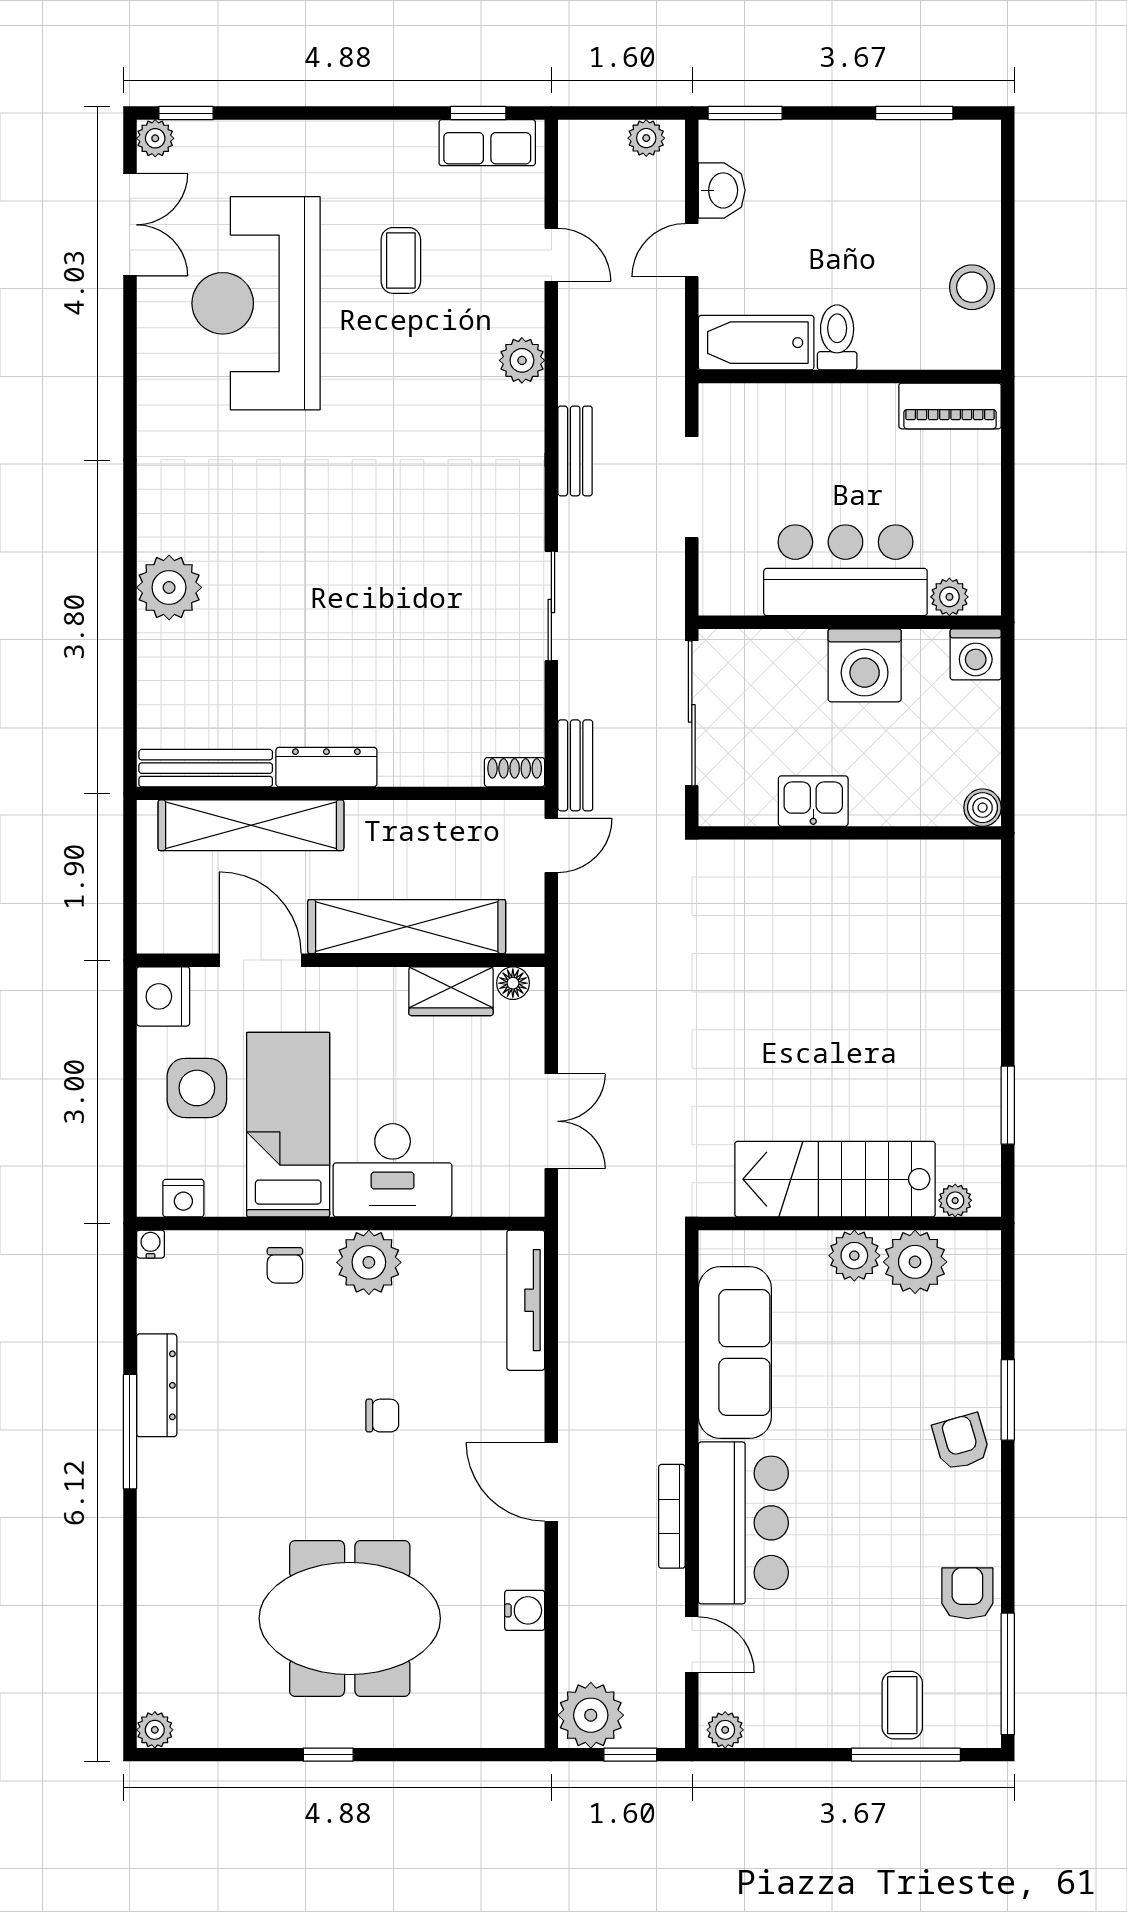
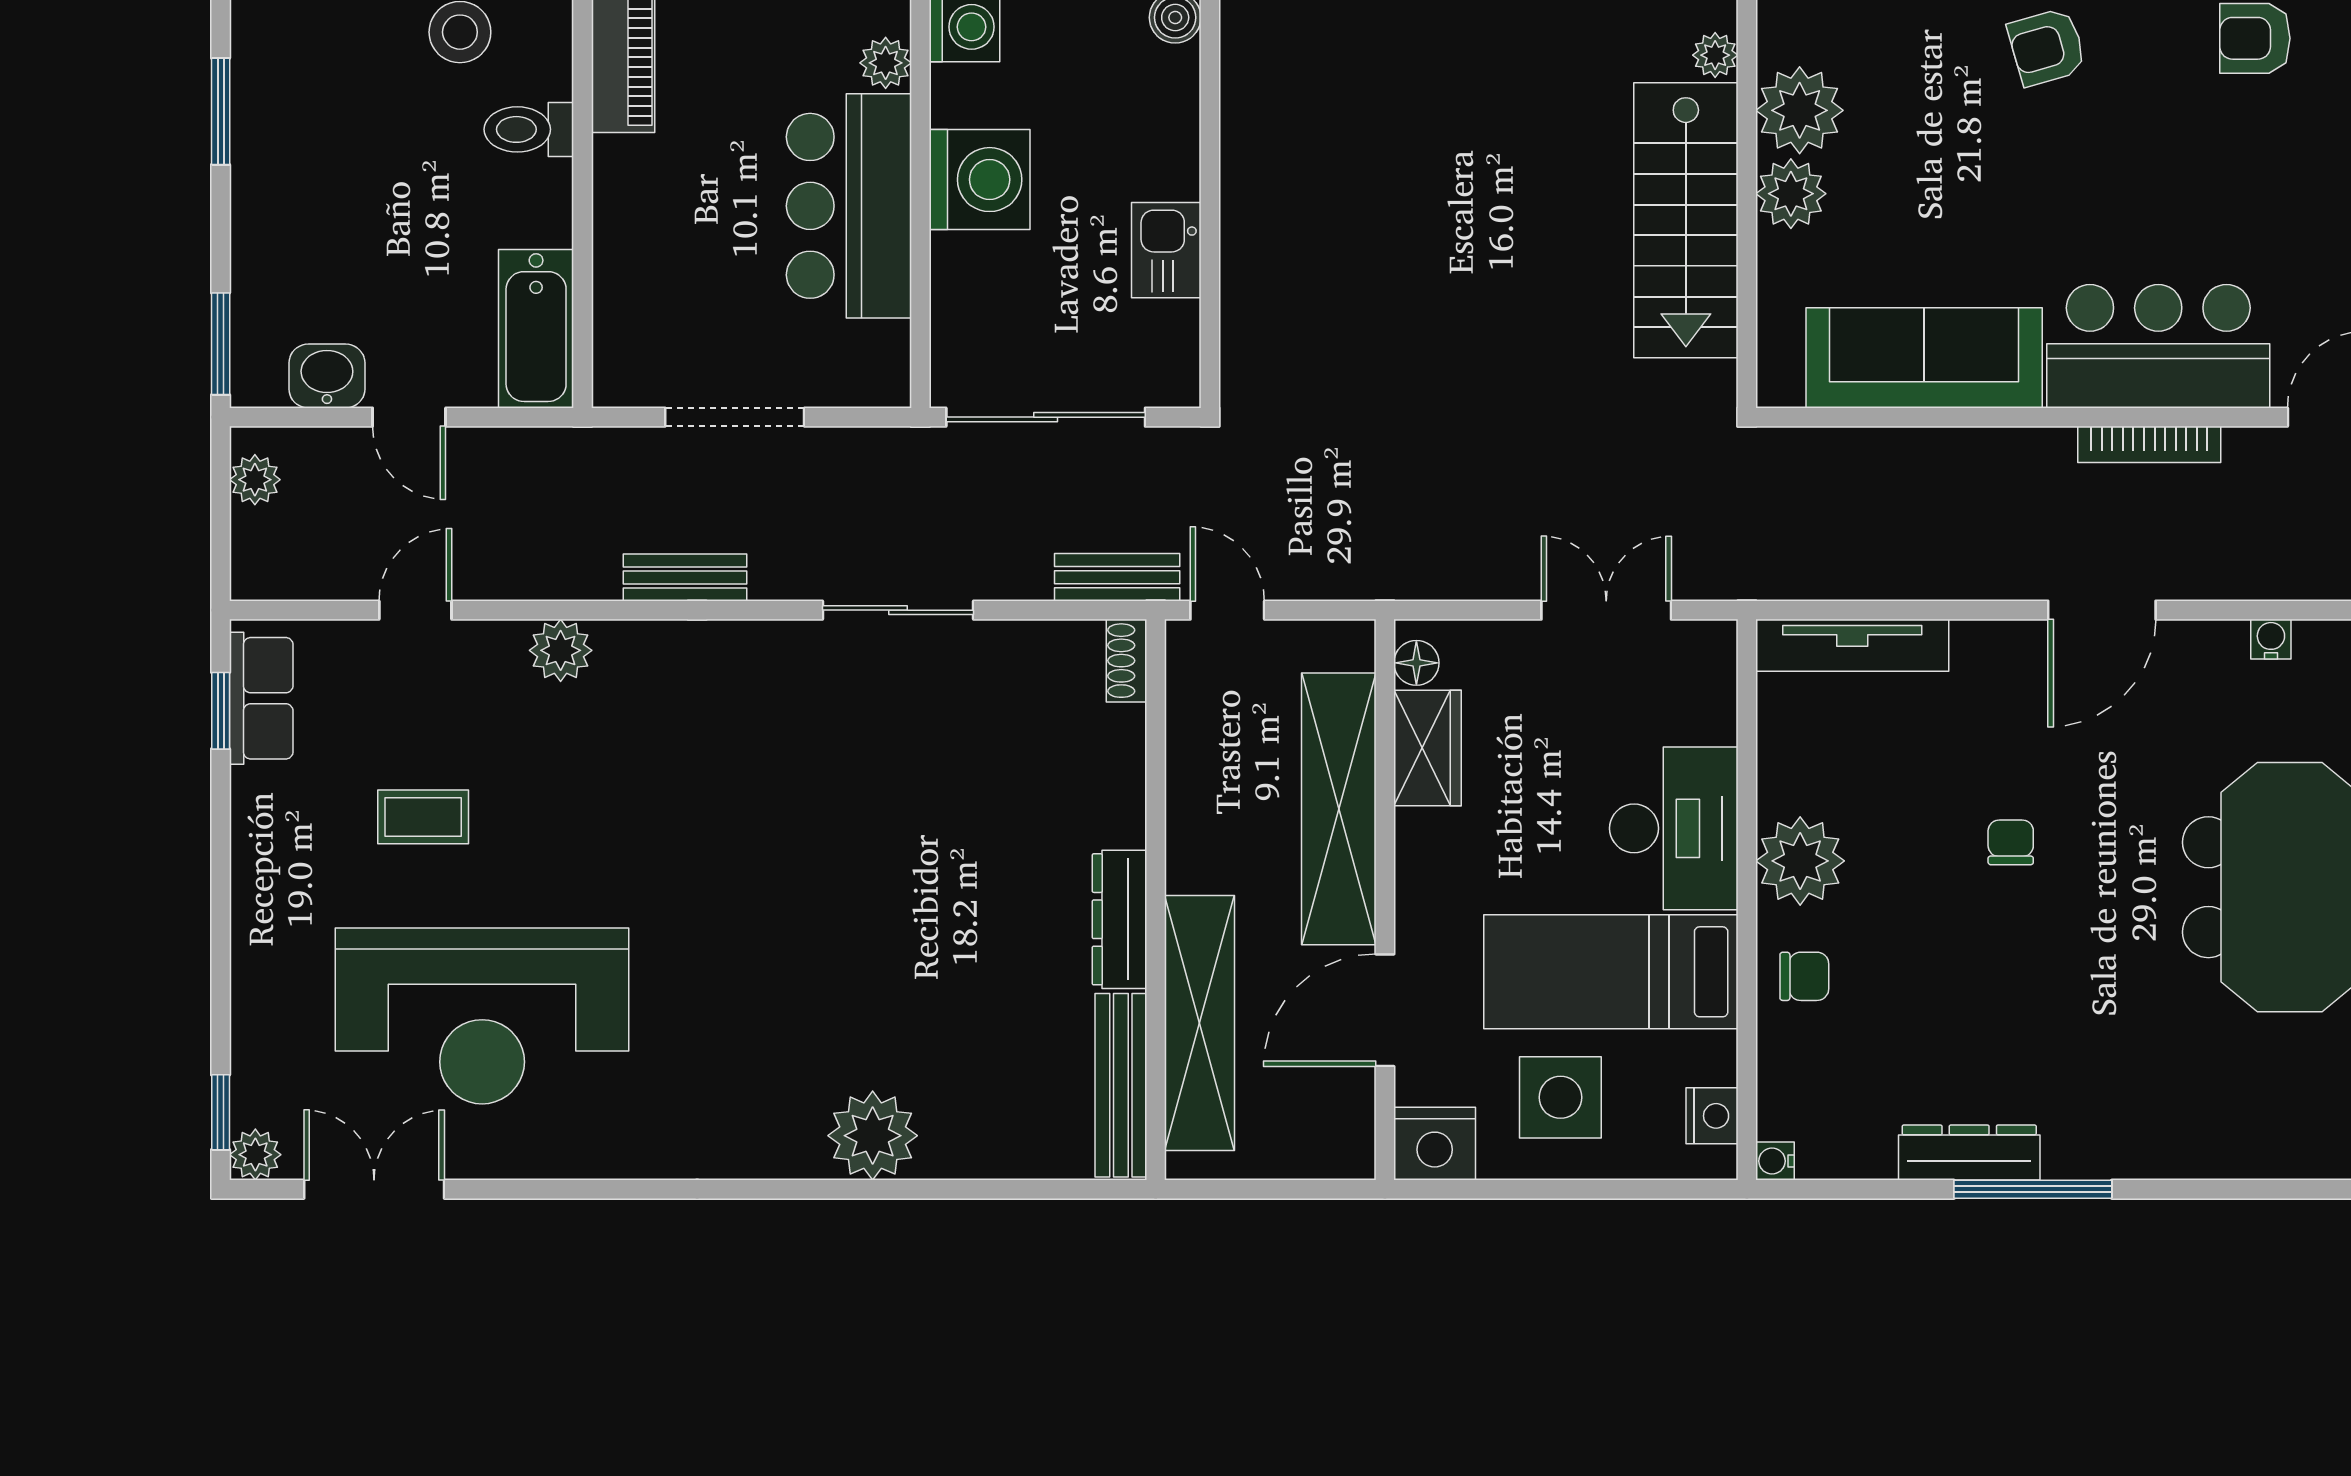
toilet: (837, 337) -> (529, 129), moved
water cooler: (525, 1610) -> (2271, 639), width x0.72, depth x0.72

